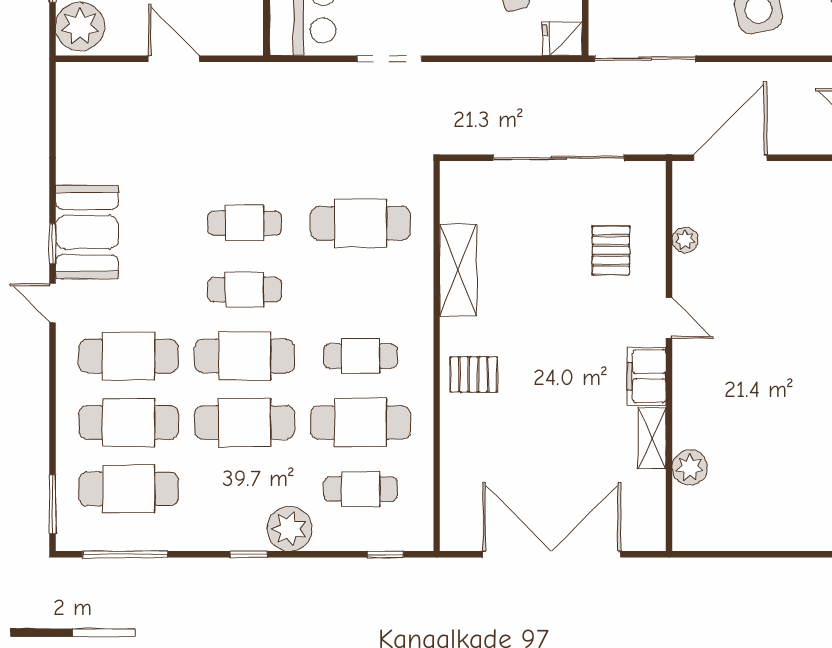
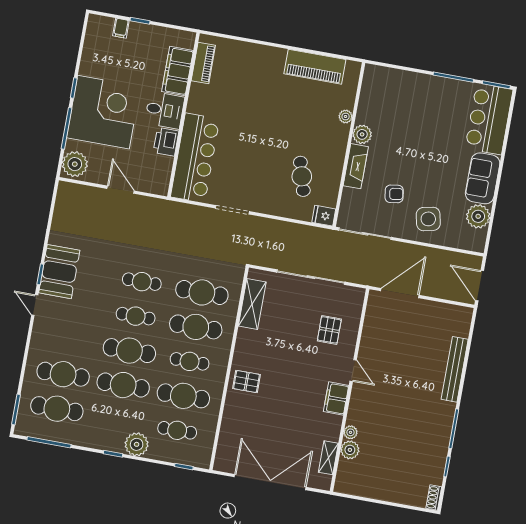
plant: (685, 240) -> (350, 432), moved
shelving: (458, 270) -> (252, 304), moved
cafe table: (129, 356) -> (196, 327), moved
shelving: (652, 438) -> (328, 458), moved

